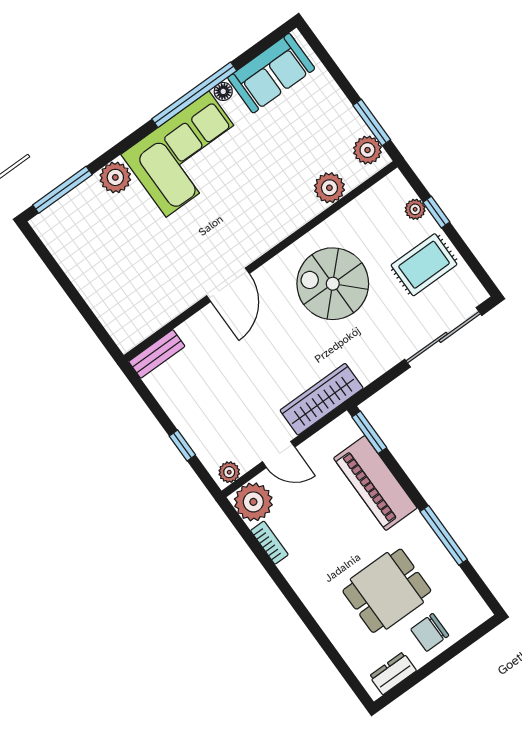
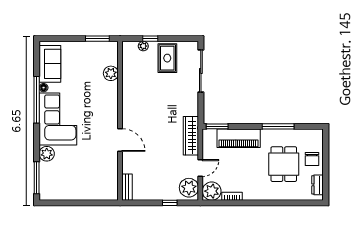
plant: (367, 150) -> (107, 48), removed
spiral stairs: (333, 284) -> (149, 99), removed
plant: (229, 472) -> (189, 188), width x1.88, depth x1.88

